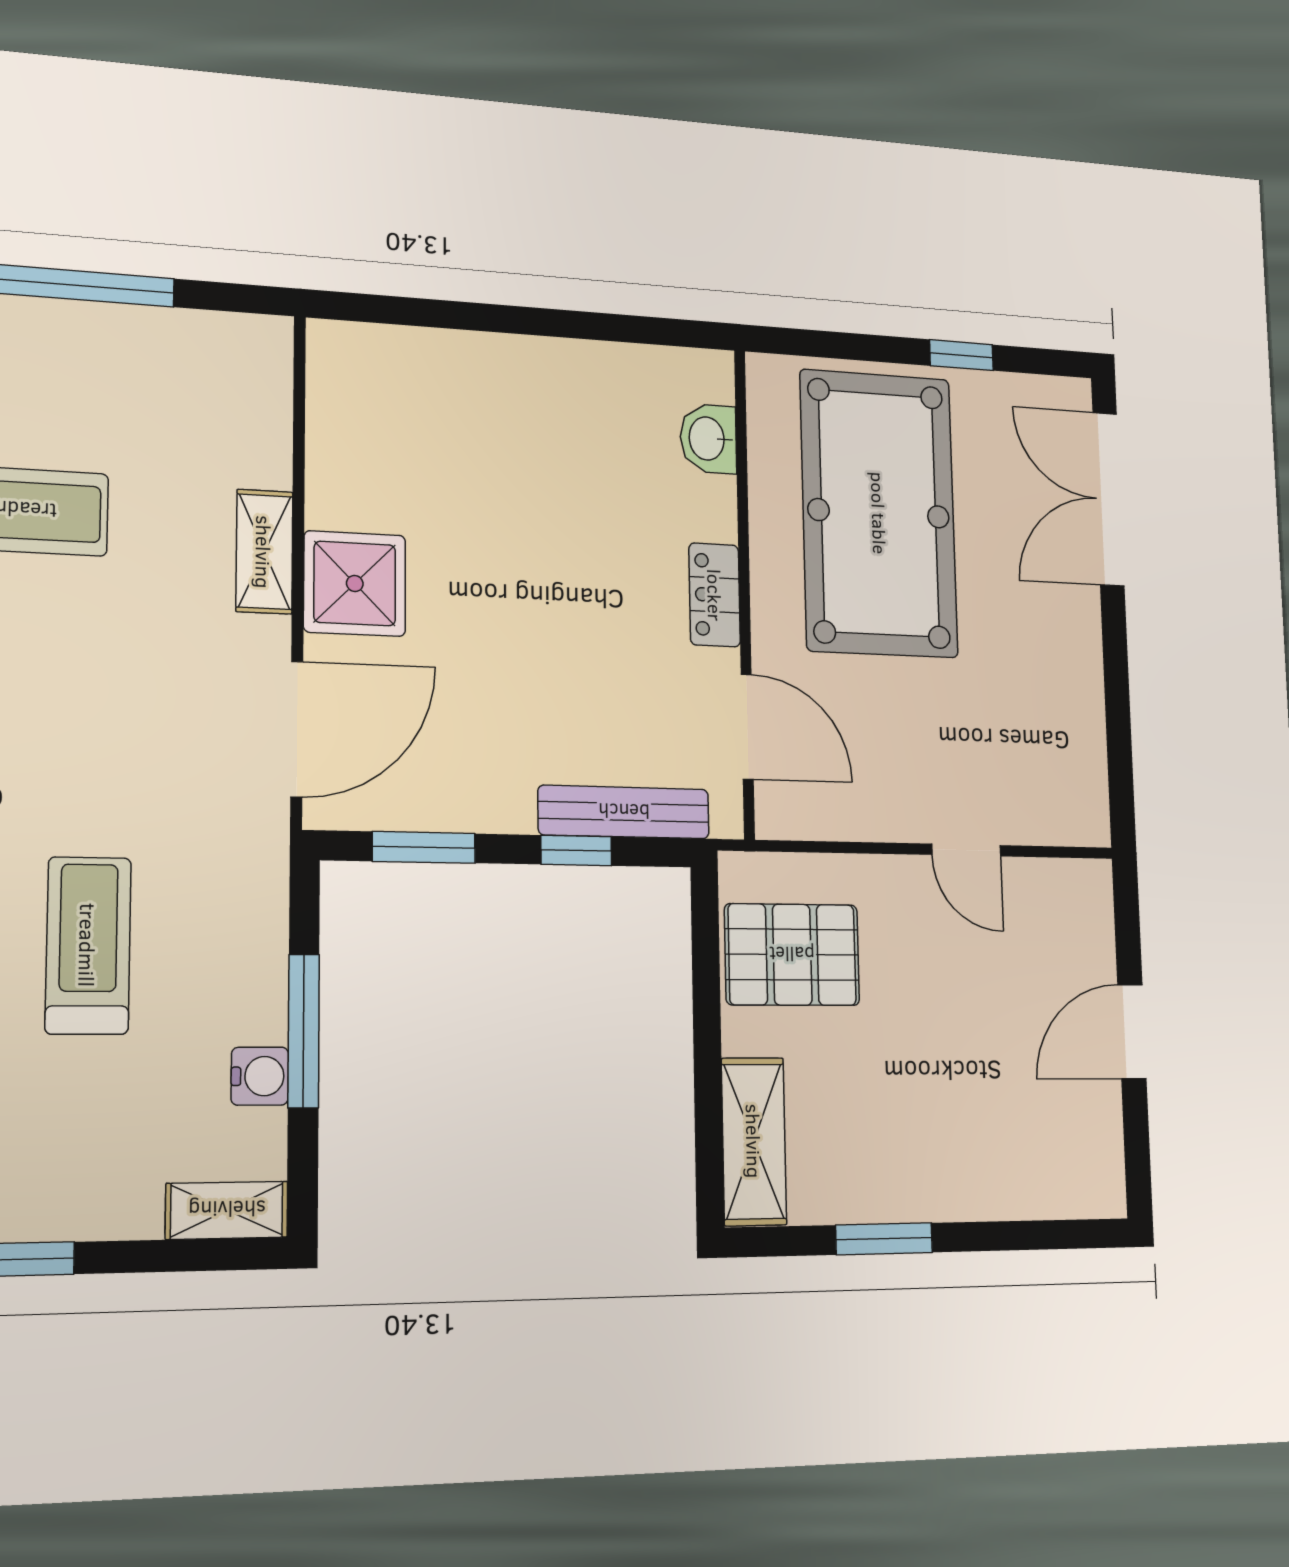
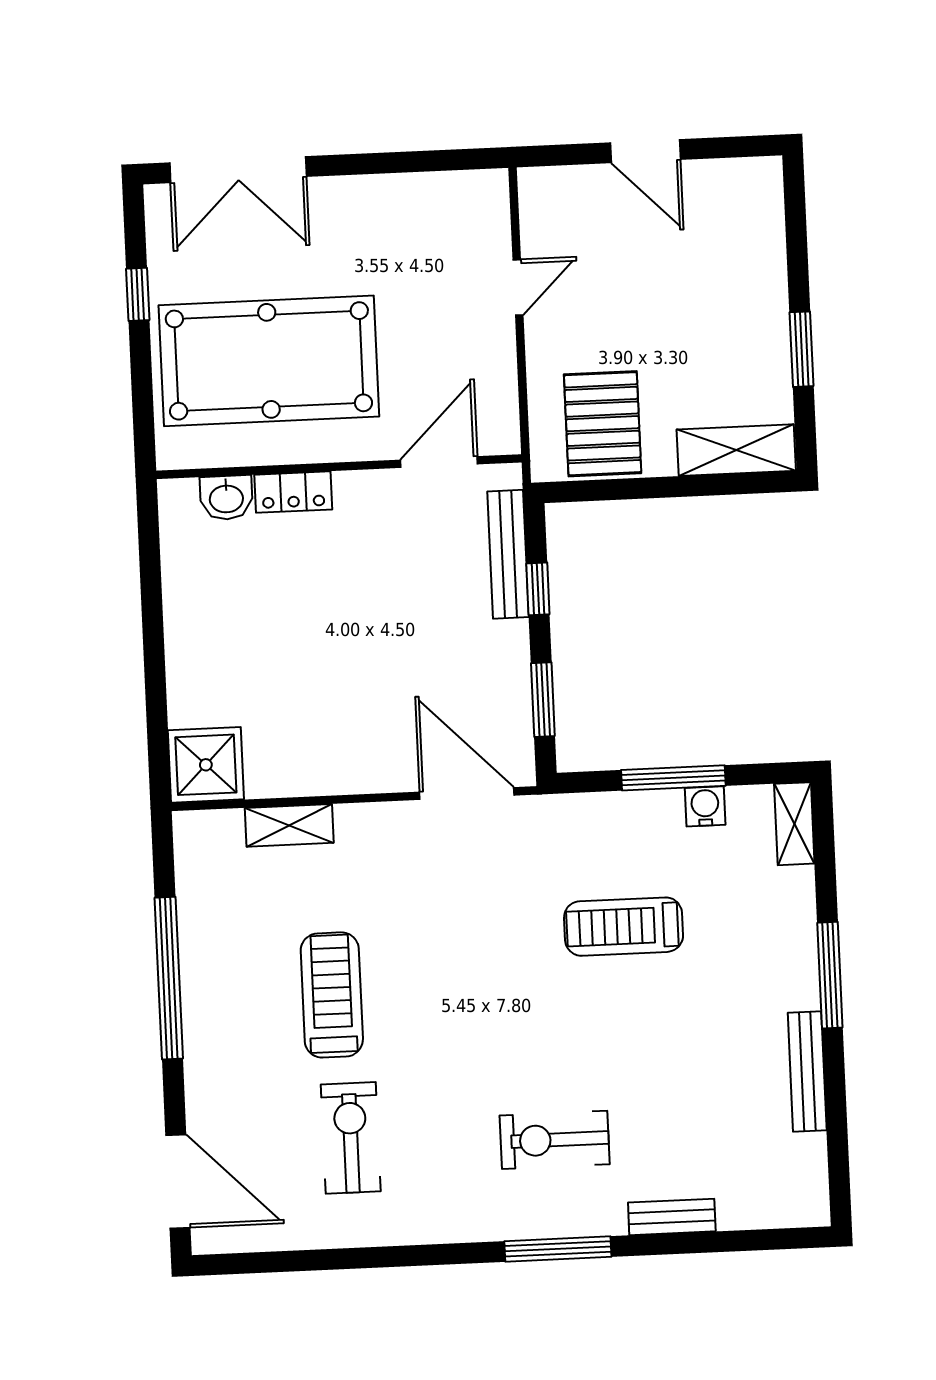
shelving: (264, 552) -> (289, 825), moved
shower: (355, 584) -> (206, 765), moved
locker: (715, 595) -> (293, 492), moved

